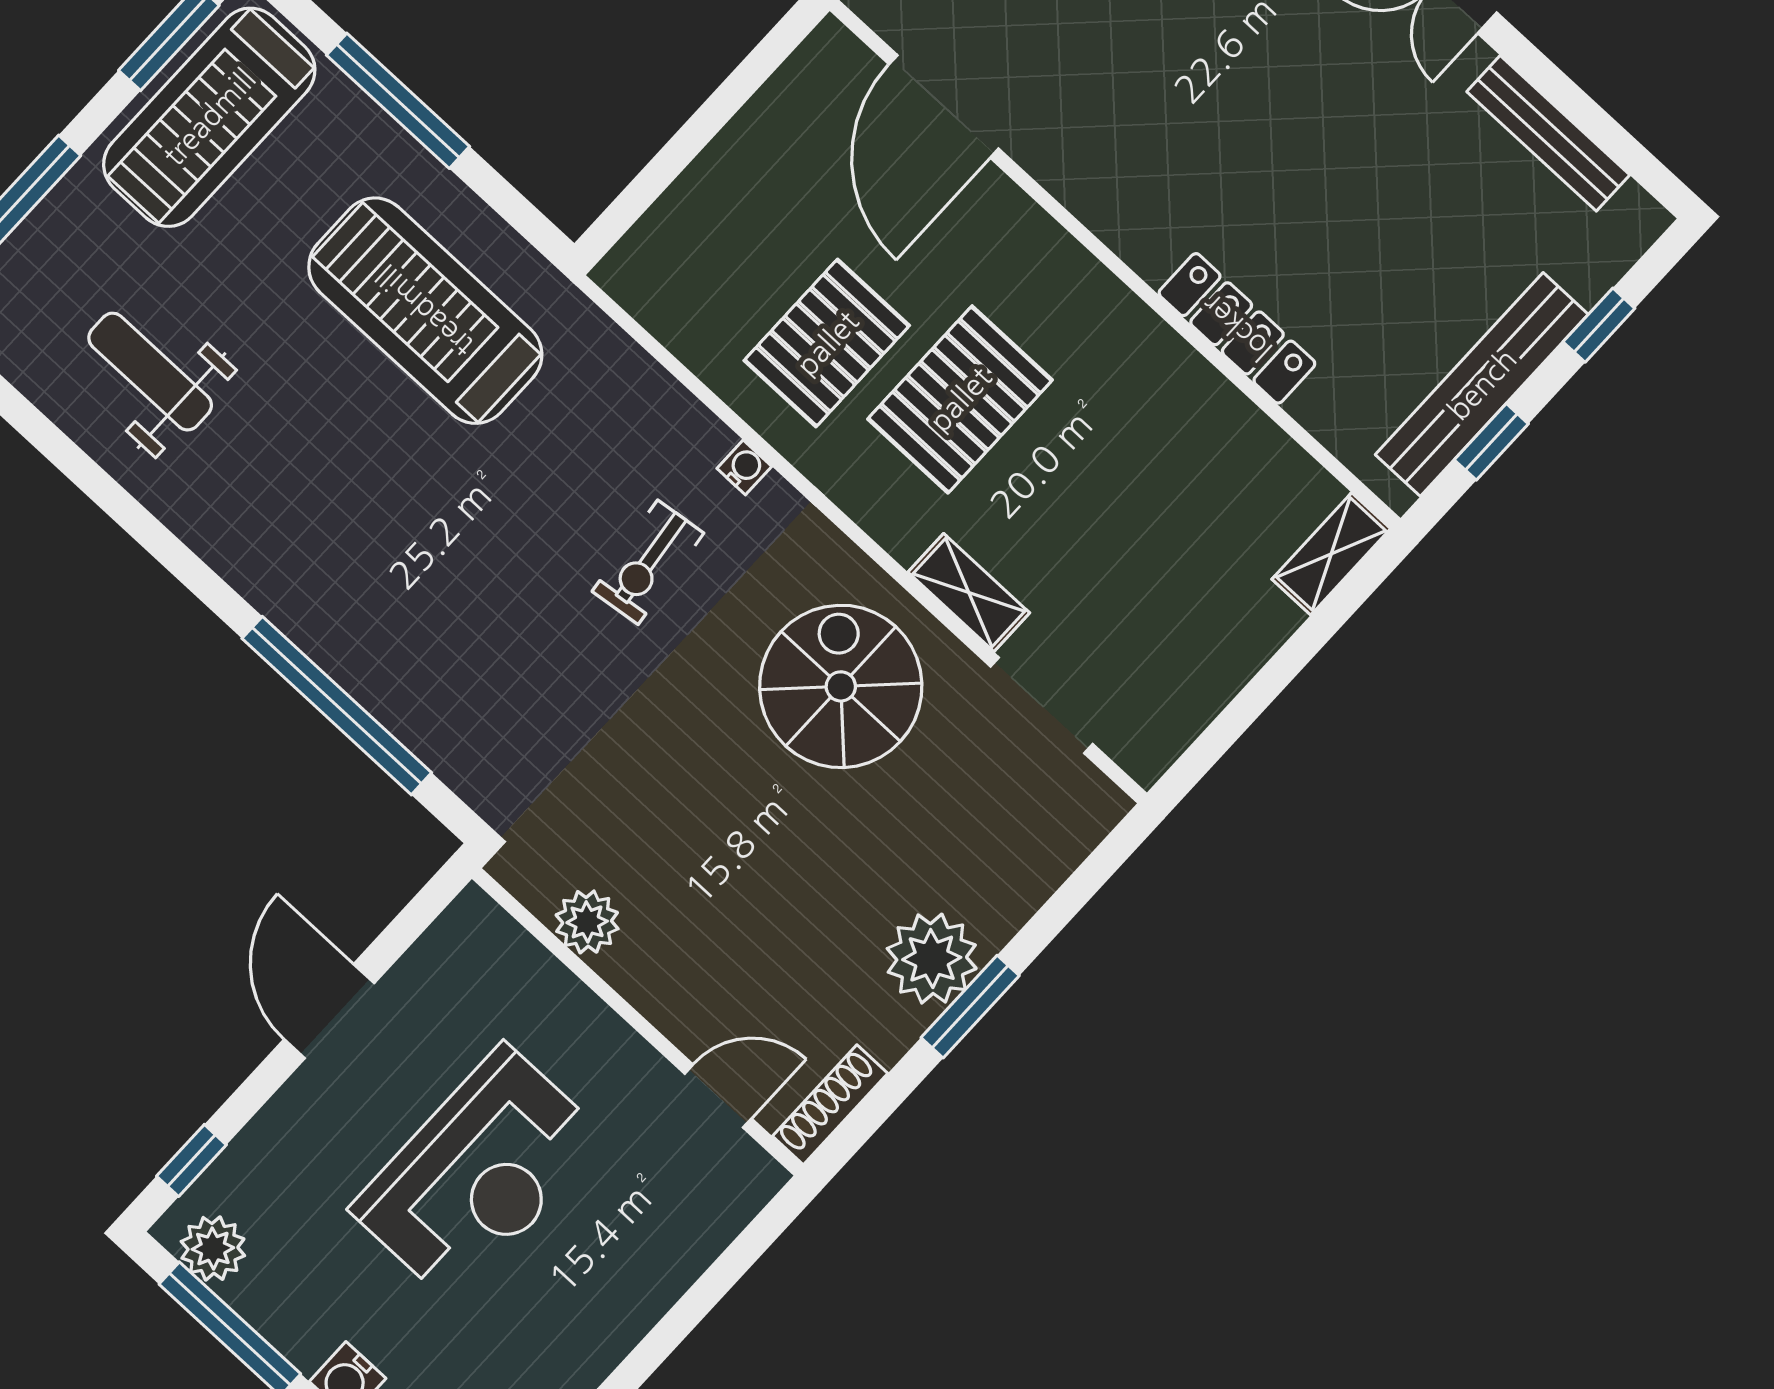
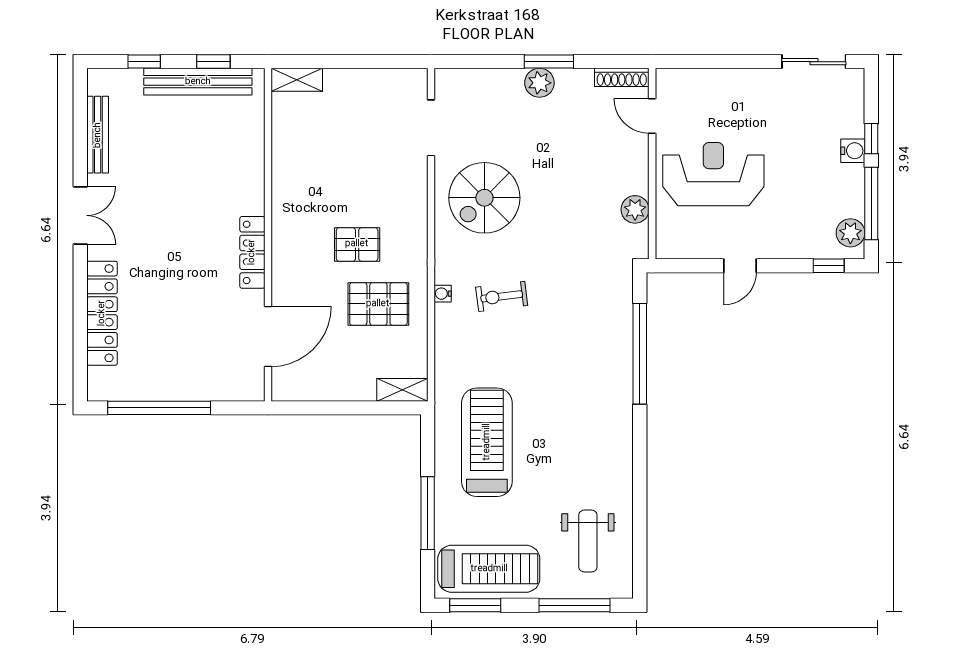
treadmill: (425, 311) -> (487, 442), turned 180
locker: (1237, 328) -> (252, 252), moved
weight bench: (150, 372) -> (588, 541), moved
pallet: (960, 399) -> (357, 244), width x0.67, depth x0.71
exercise bike: (648, 562) -> (502, 296), turned 180
shelving: (969, 592) -> (402, 390), moved, turned 90
plant: (932, 959) -> (539, 83), width x0.73, depth x0.73
door: (329, 1011) -> (740, 266), width x0.73
reception desk: (478, 1174) -> (713, 174), moved

